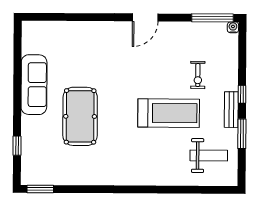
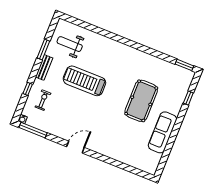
exercise bike: (198, 75) -> (43, 100), moved
window: (242, 94) -> (28, 89), moved

